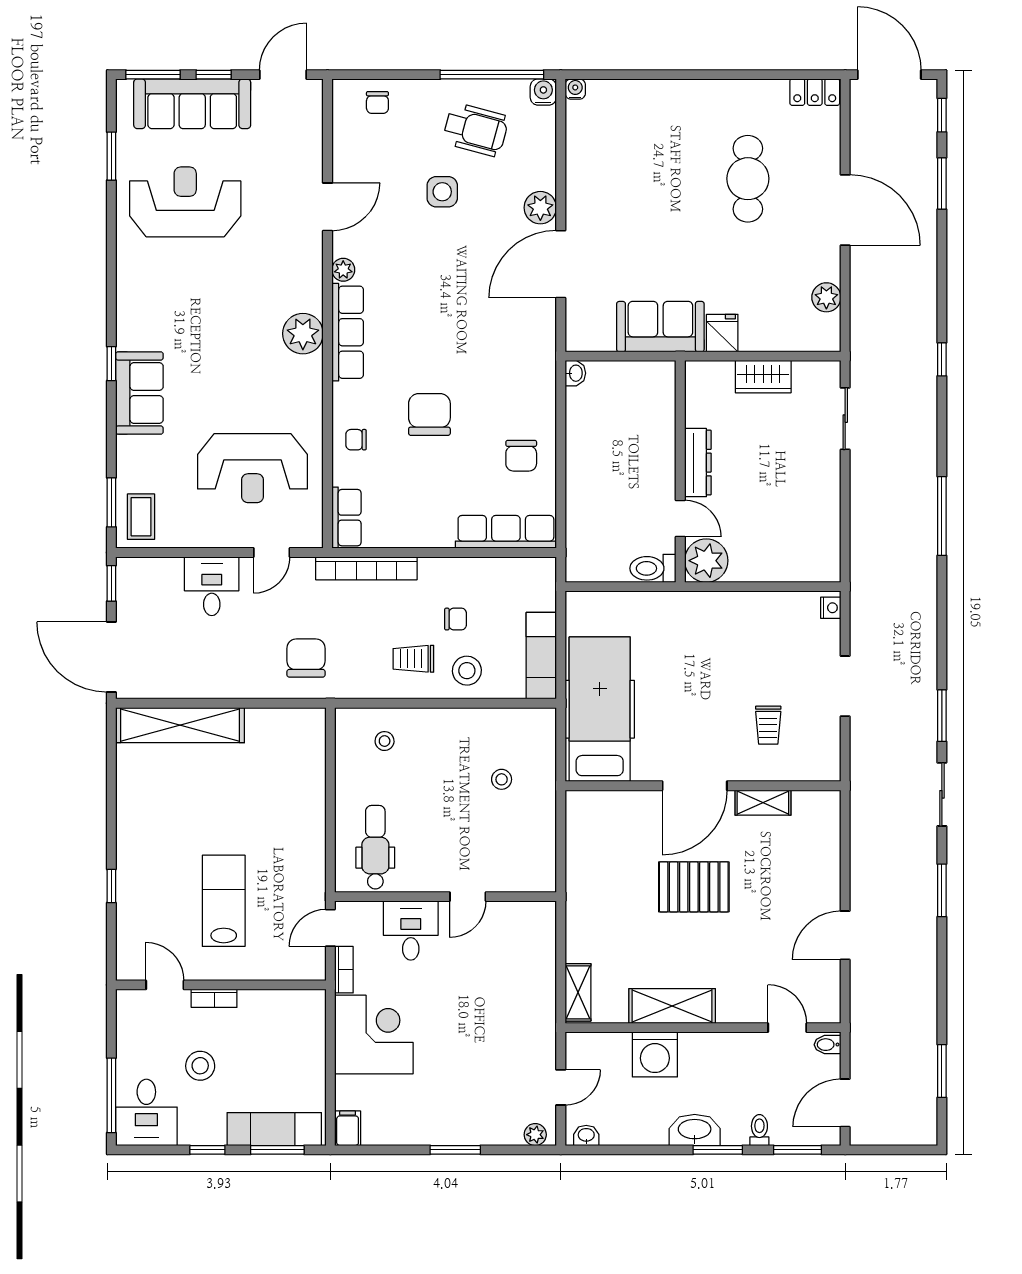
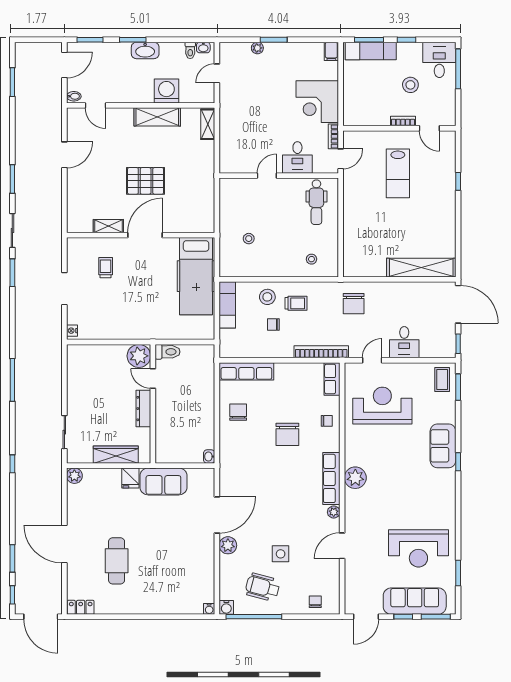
plant: (826, 297) -> (74, 476), moved
wardrobe: (763, 377) -> (116, 455), width x1.50
toilet: (759, 1130) -> (190, 50), moved
plant: (535, 1135) -> (257, 48), moved

